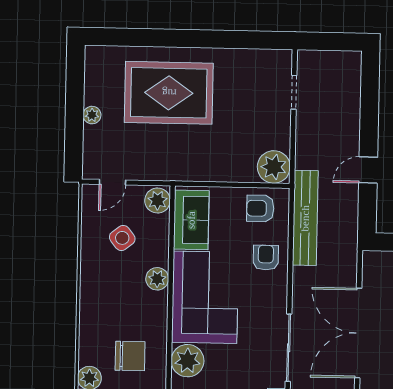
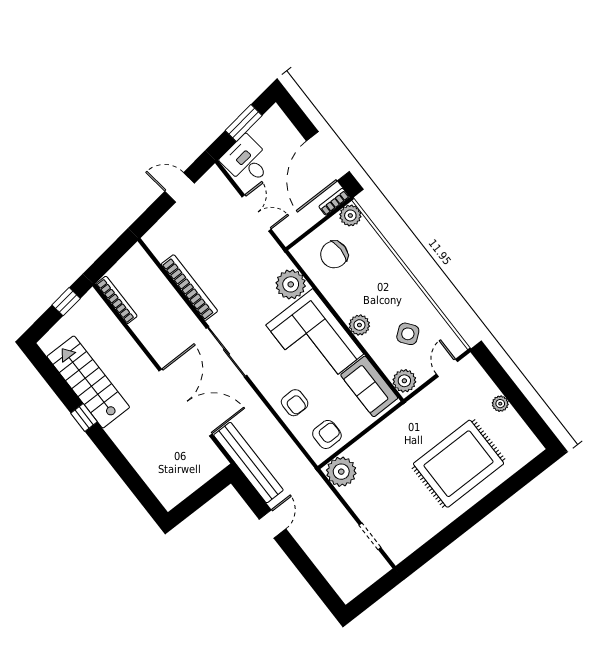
bench: (305, 218) -> (248, 463), moved

